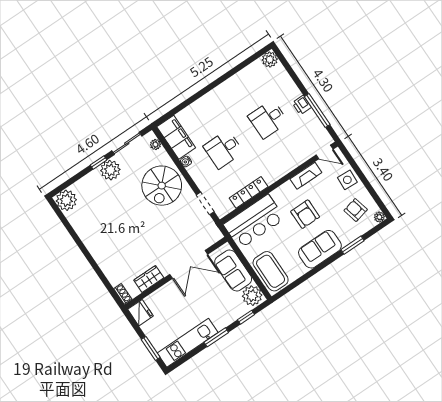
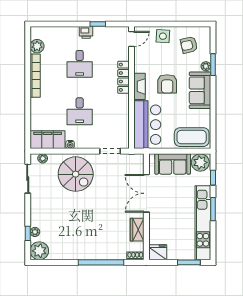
plant: (270, 59) -> (37, 46), moved
bookcase: (229, 85) -> (35, 76), added
window: (317, 111) -> (98, 24), width x0.46
window: (99, 163) -> (28, 233), moved
plant: (110, 170) -> (35, 232), moved, width x0.53, depth x0.53
fireplace: (306, 176) -> (140, 86), moved
locker: (249, 192) -> (123, 77), moved
armchair: (305, 214) -> (167, 84), turned 90
plant: (379, 217) -> (206, 66), moved
double door: (189, 264) -> (146, 193), swing flipped
window: (95, 266) -> (101, 262), added
kitchen unit: (188, 343) -> (203, 223), width x1.36

